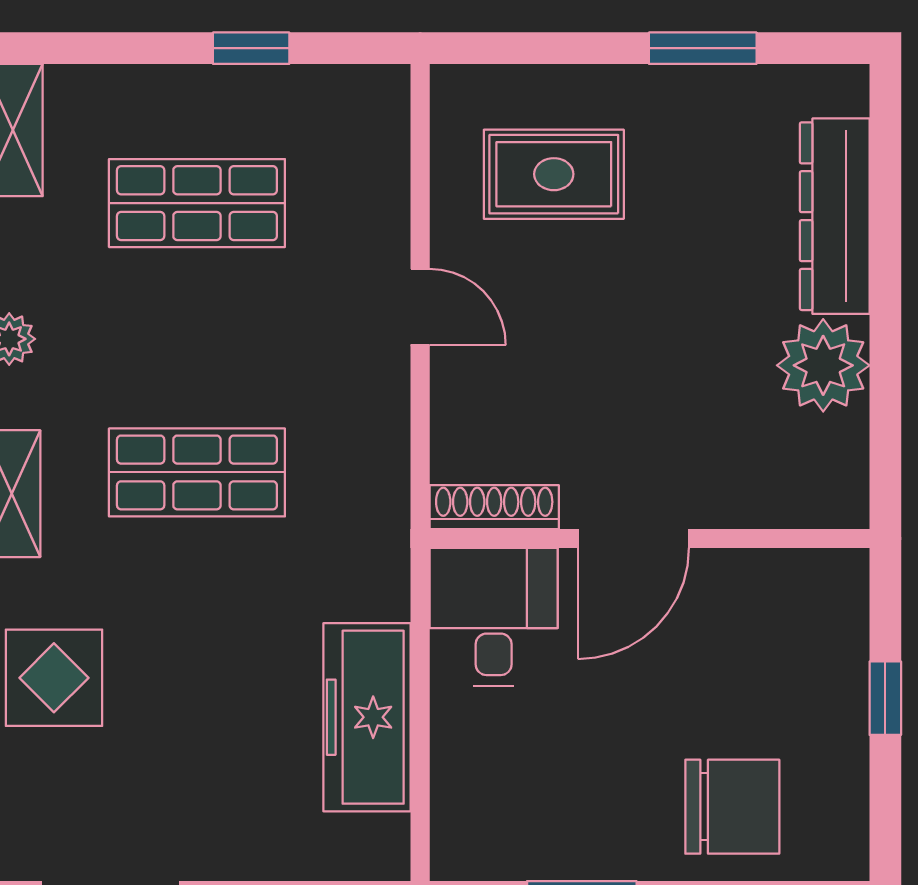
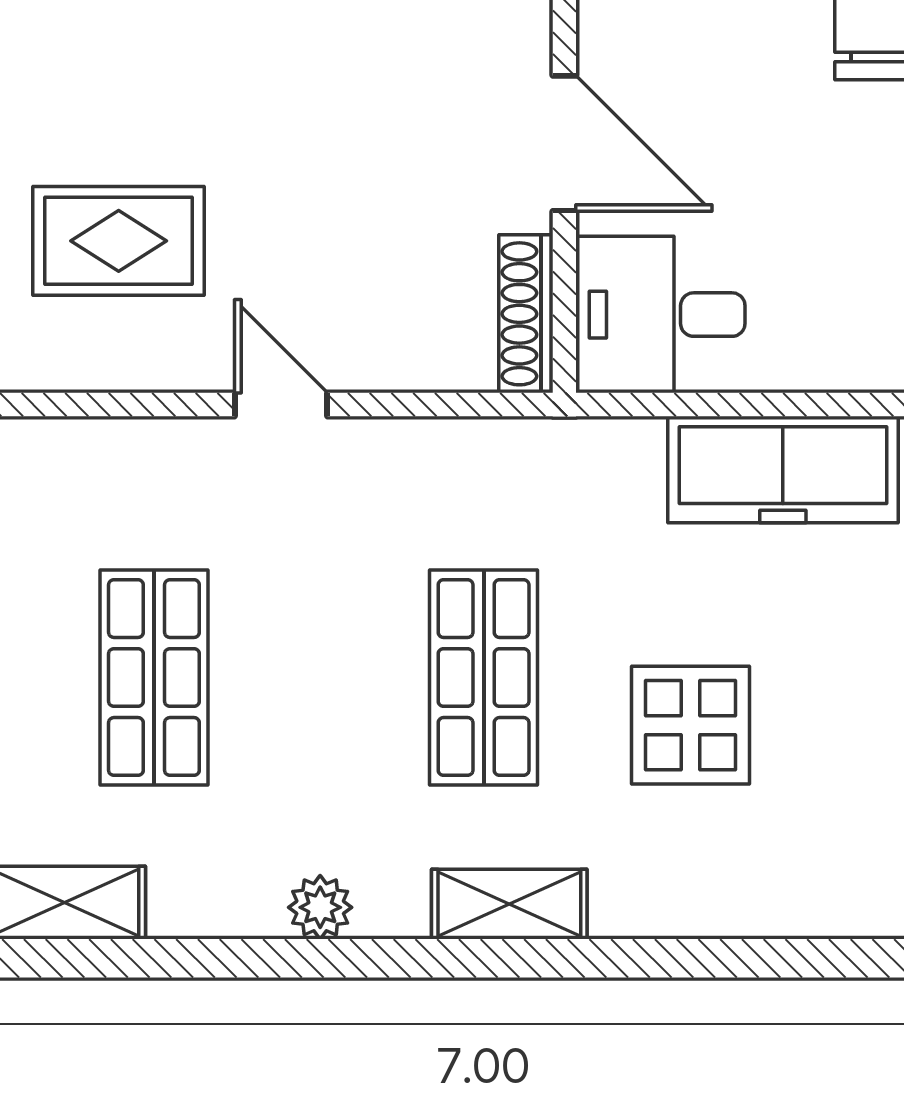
rug: (554, 174) -> (119, 241), turned 90
door: (420, 307) -> (281, 404), hinge flipped
display table: (54, 678) -> (691, 725), moved

